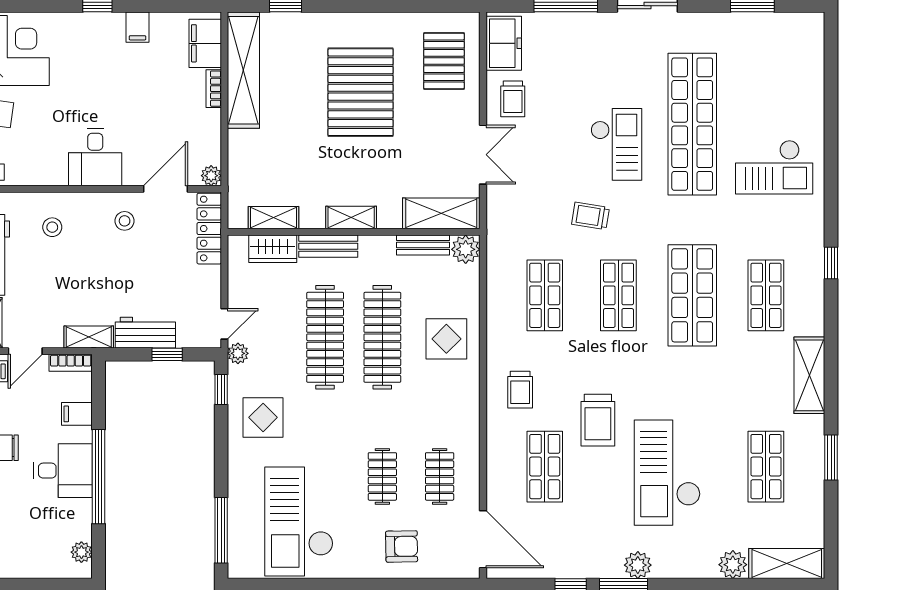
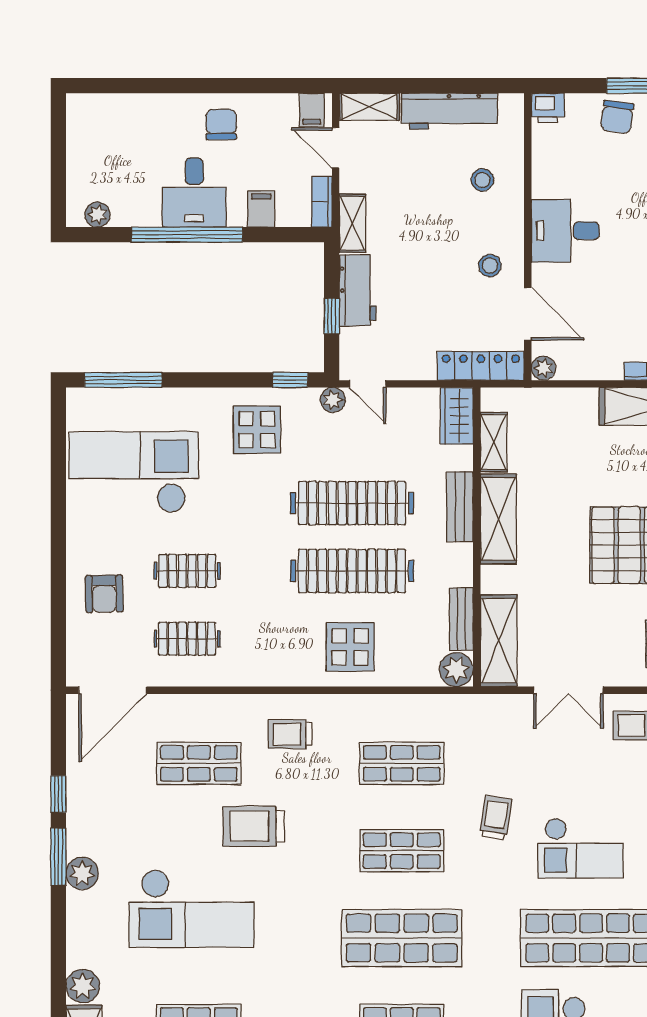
shelving: (351, 218) -> (498, 519), width x1.50, depth x1.33
wardrobe: (273, 249) -> (457, 416), moved
checkout: (667, 473) -> (192, 908), turned 180

